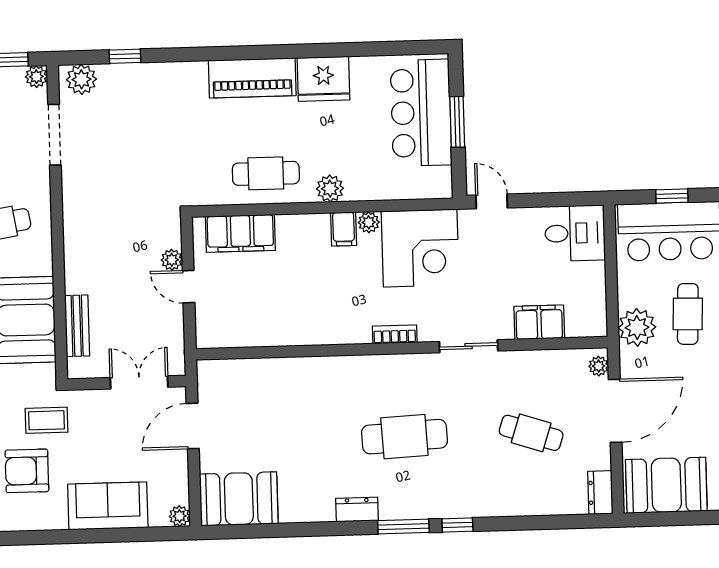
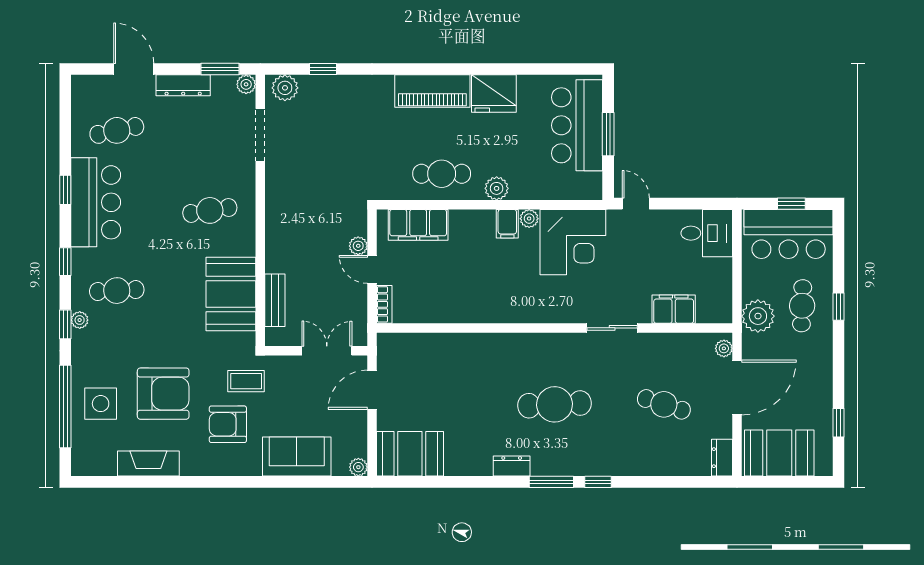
bookcase: (395, 334) -> (384, 304), moved, turned 90

